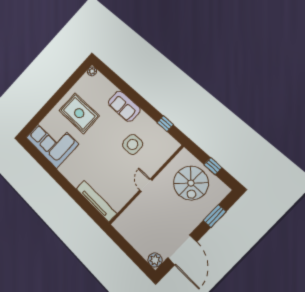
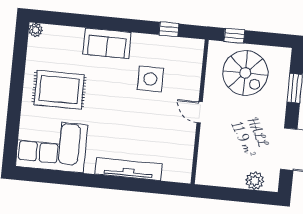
window: (213, 166) -> (234, 36), moved
tv unit: (96, 201) -> (129, 169), moved
plant: (155, 260) -> (255, 181), moved

